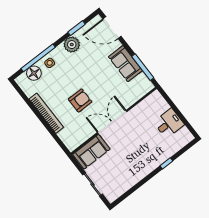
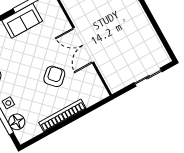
armchair: (80, 100) -> (54, 76), turned 47
sofa: (91, 152) -> (112, 73), removed

